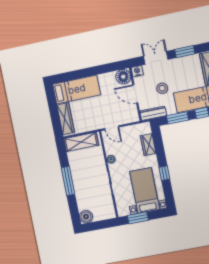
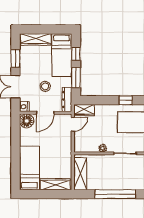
door: (112, 128) -> (73, 124), moved
wardrobe: (148, 145) -> (84, 110), moved
window: (68, 181) -> (115, 194), width x1.46

